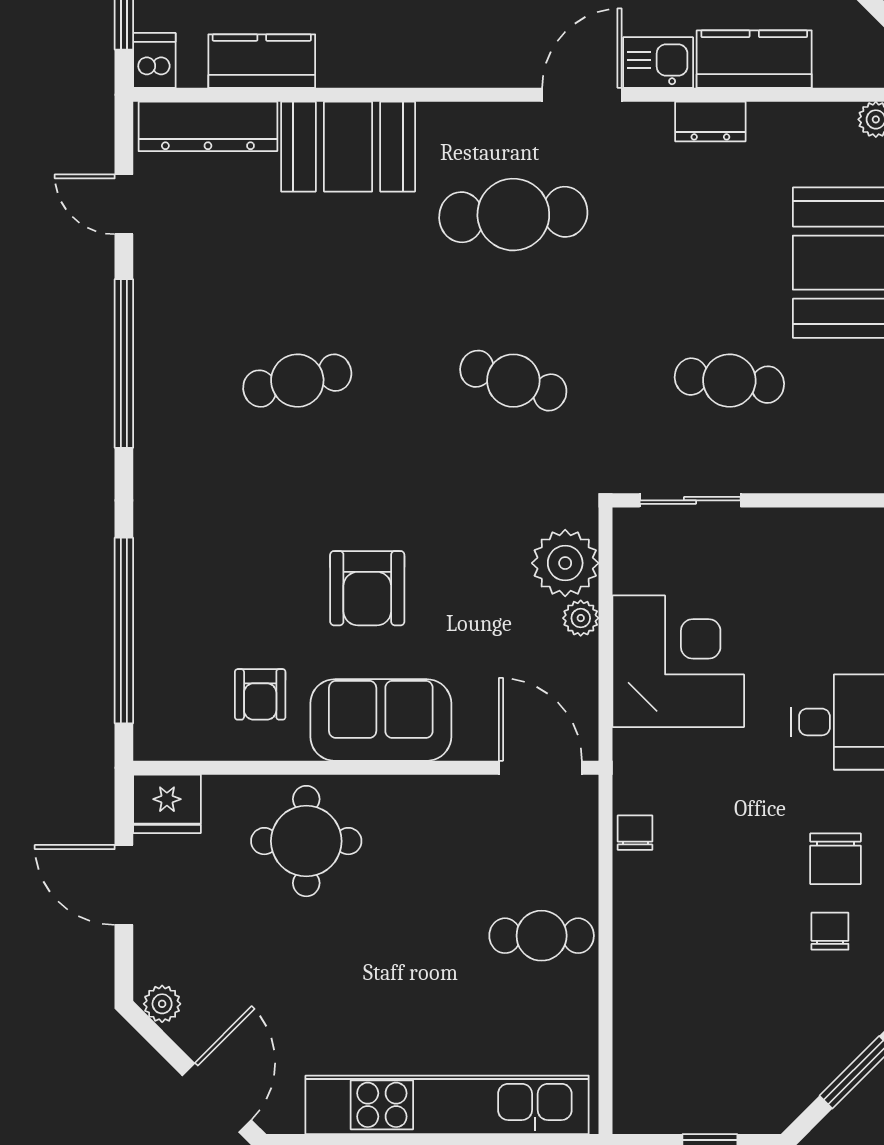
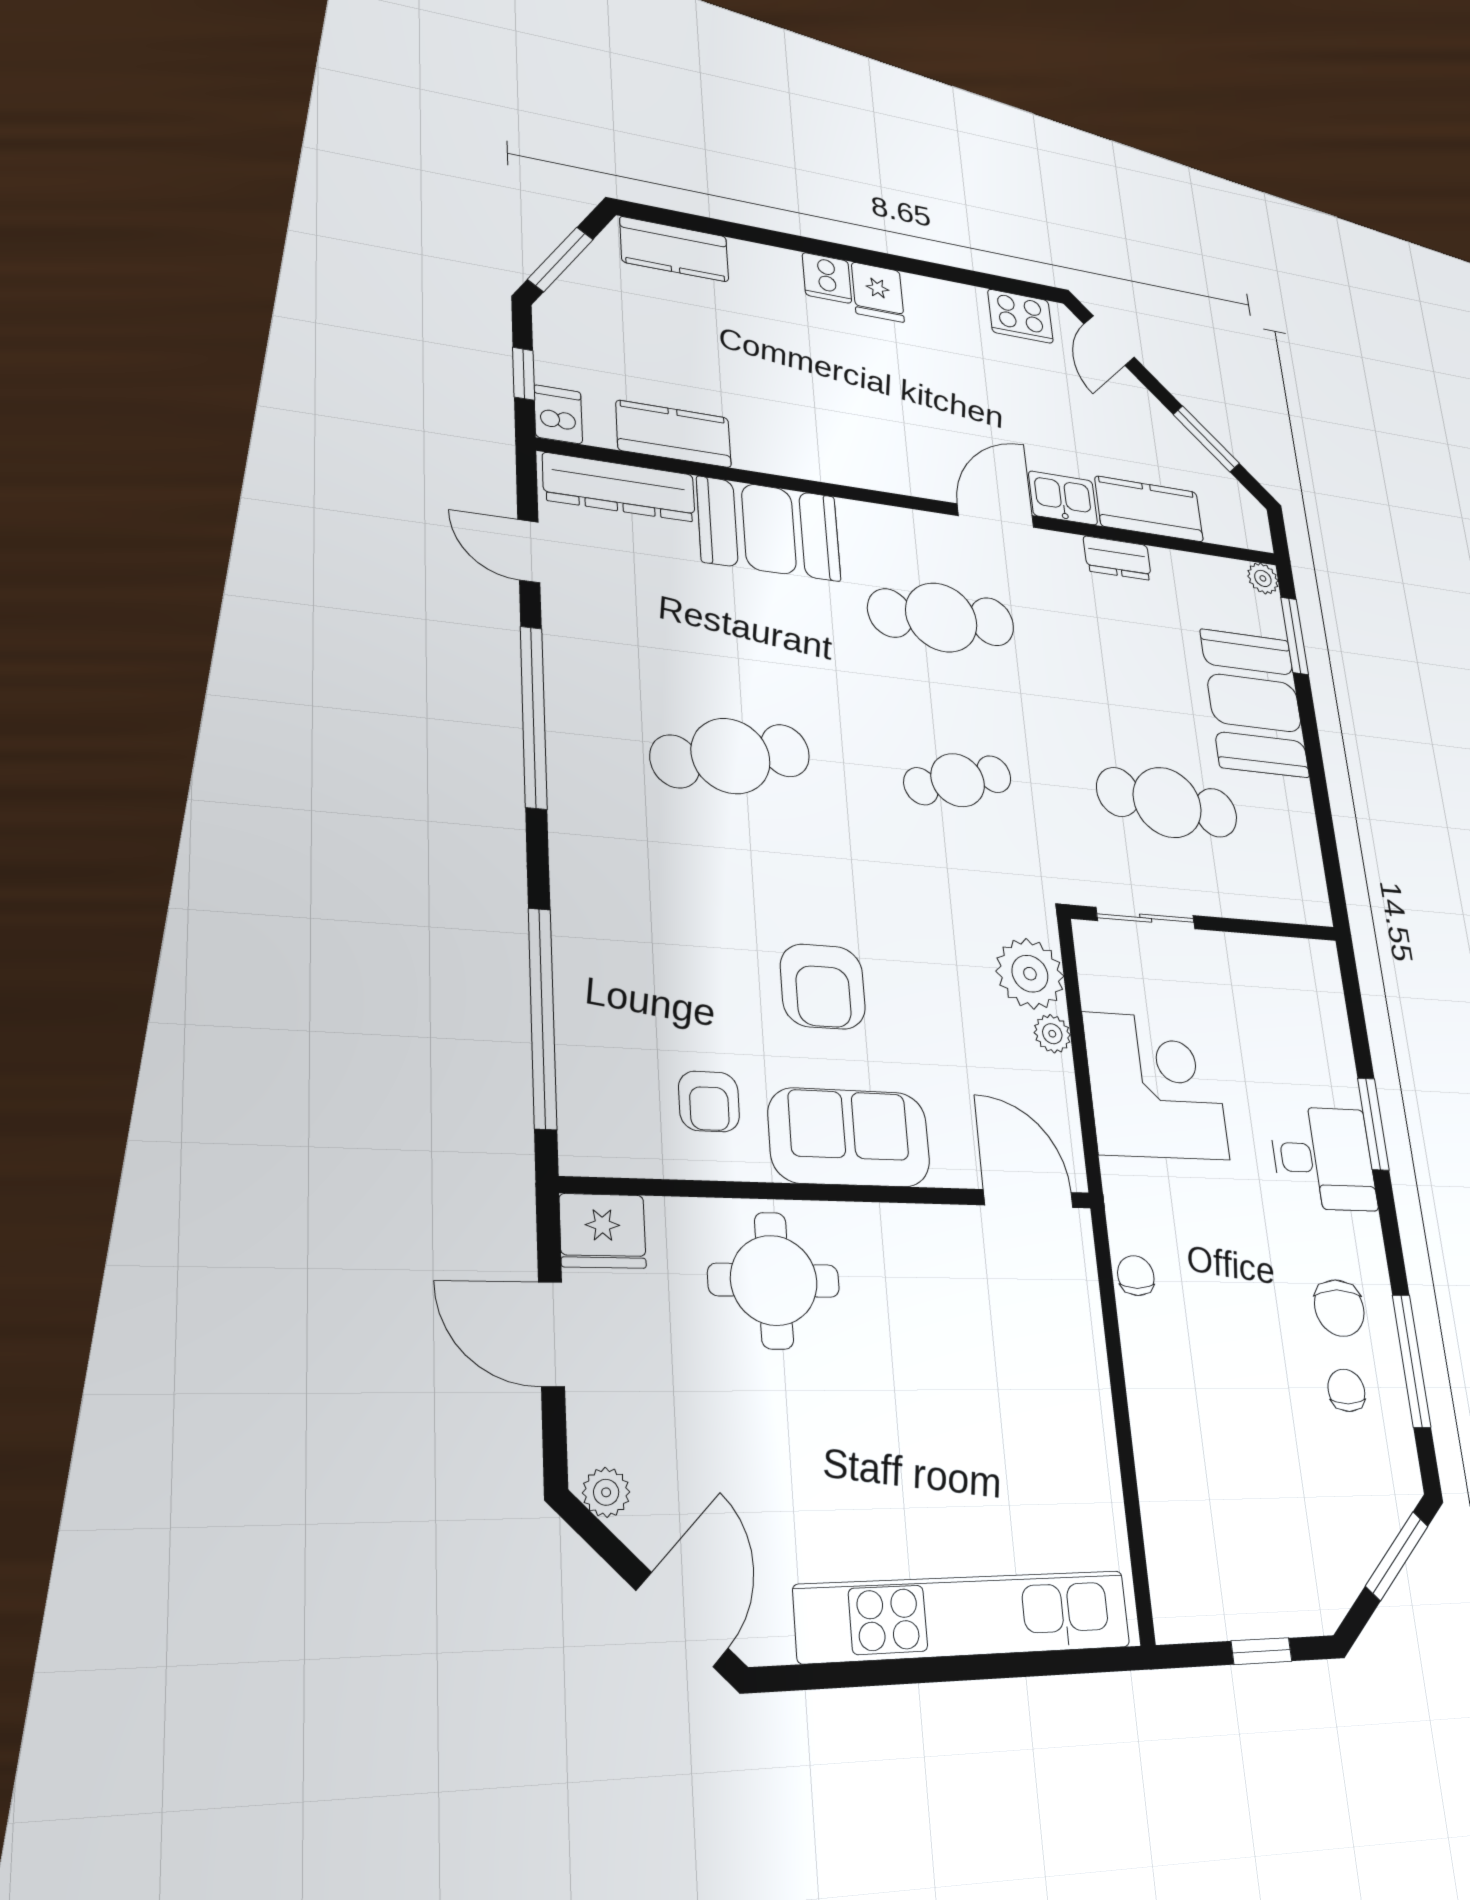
cafe table: (297, 381) -> (731, 756), width x1.37, depth x1.35
cafe table: (513, 381) -> (958, 780), turned -33
cafe table: (729, 381) -> (1167, 802), width x1.37, depth x1.35
cafe table: (542, 936) -> (1051, 1398), removed

